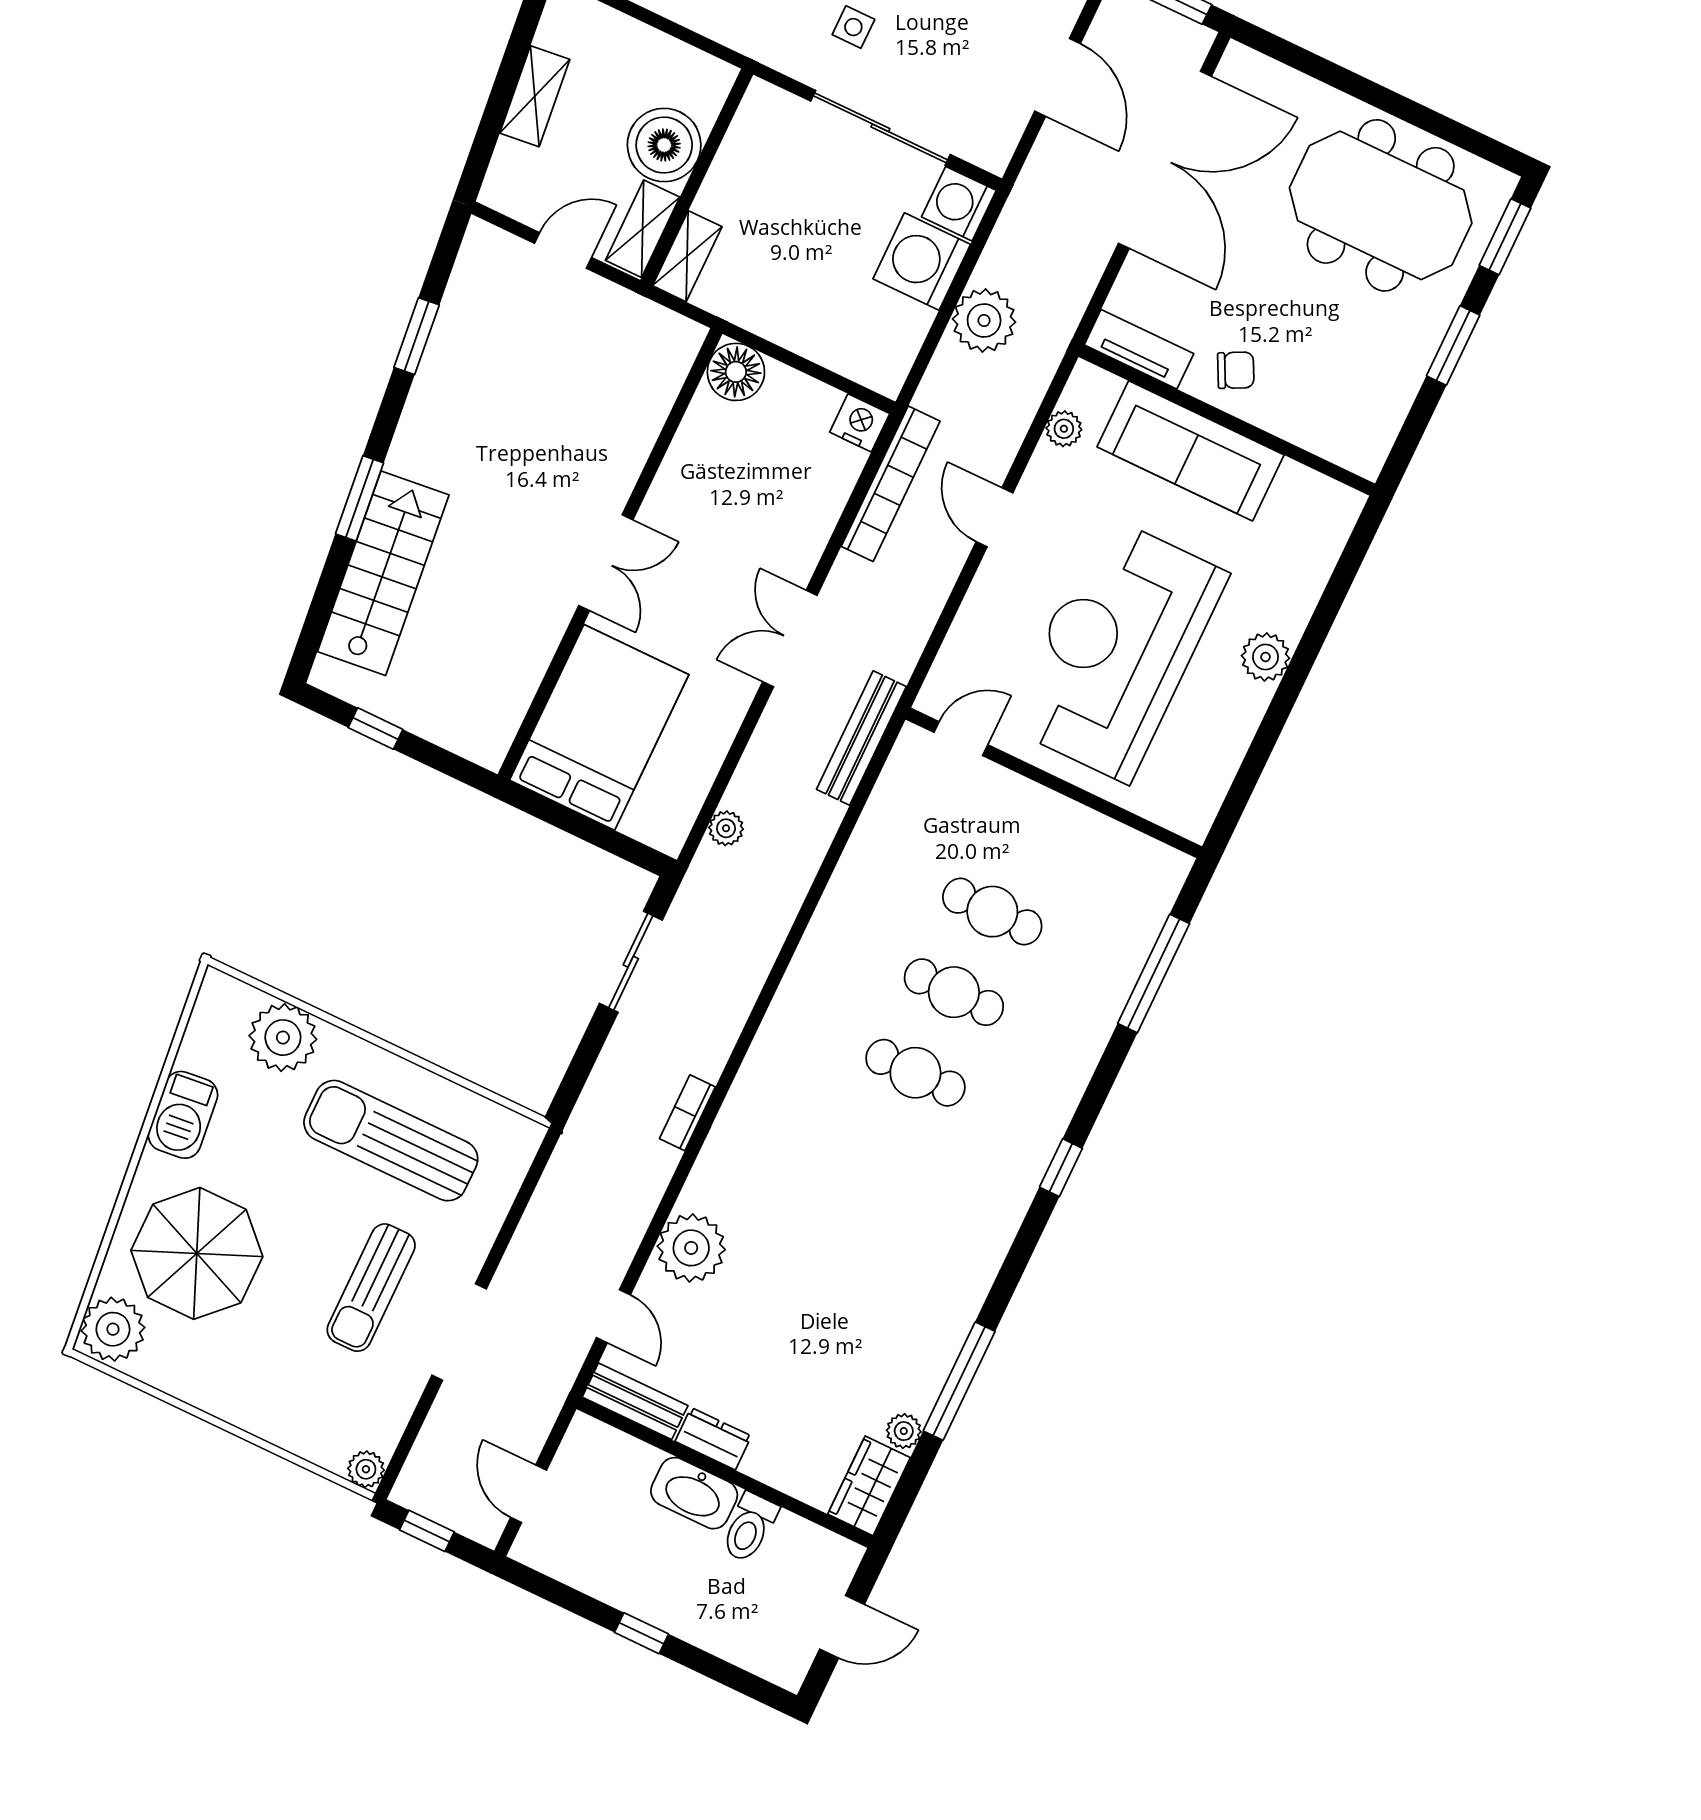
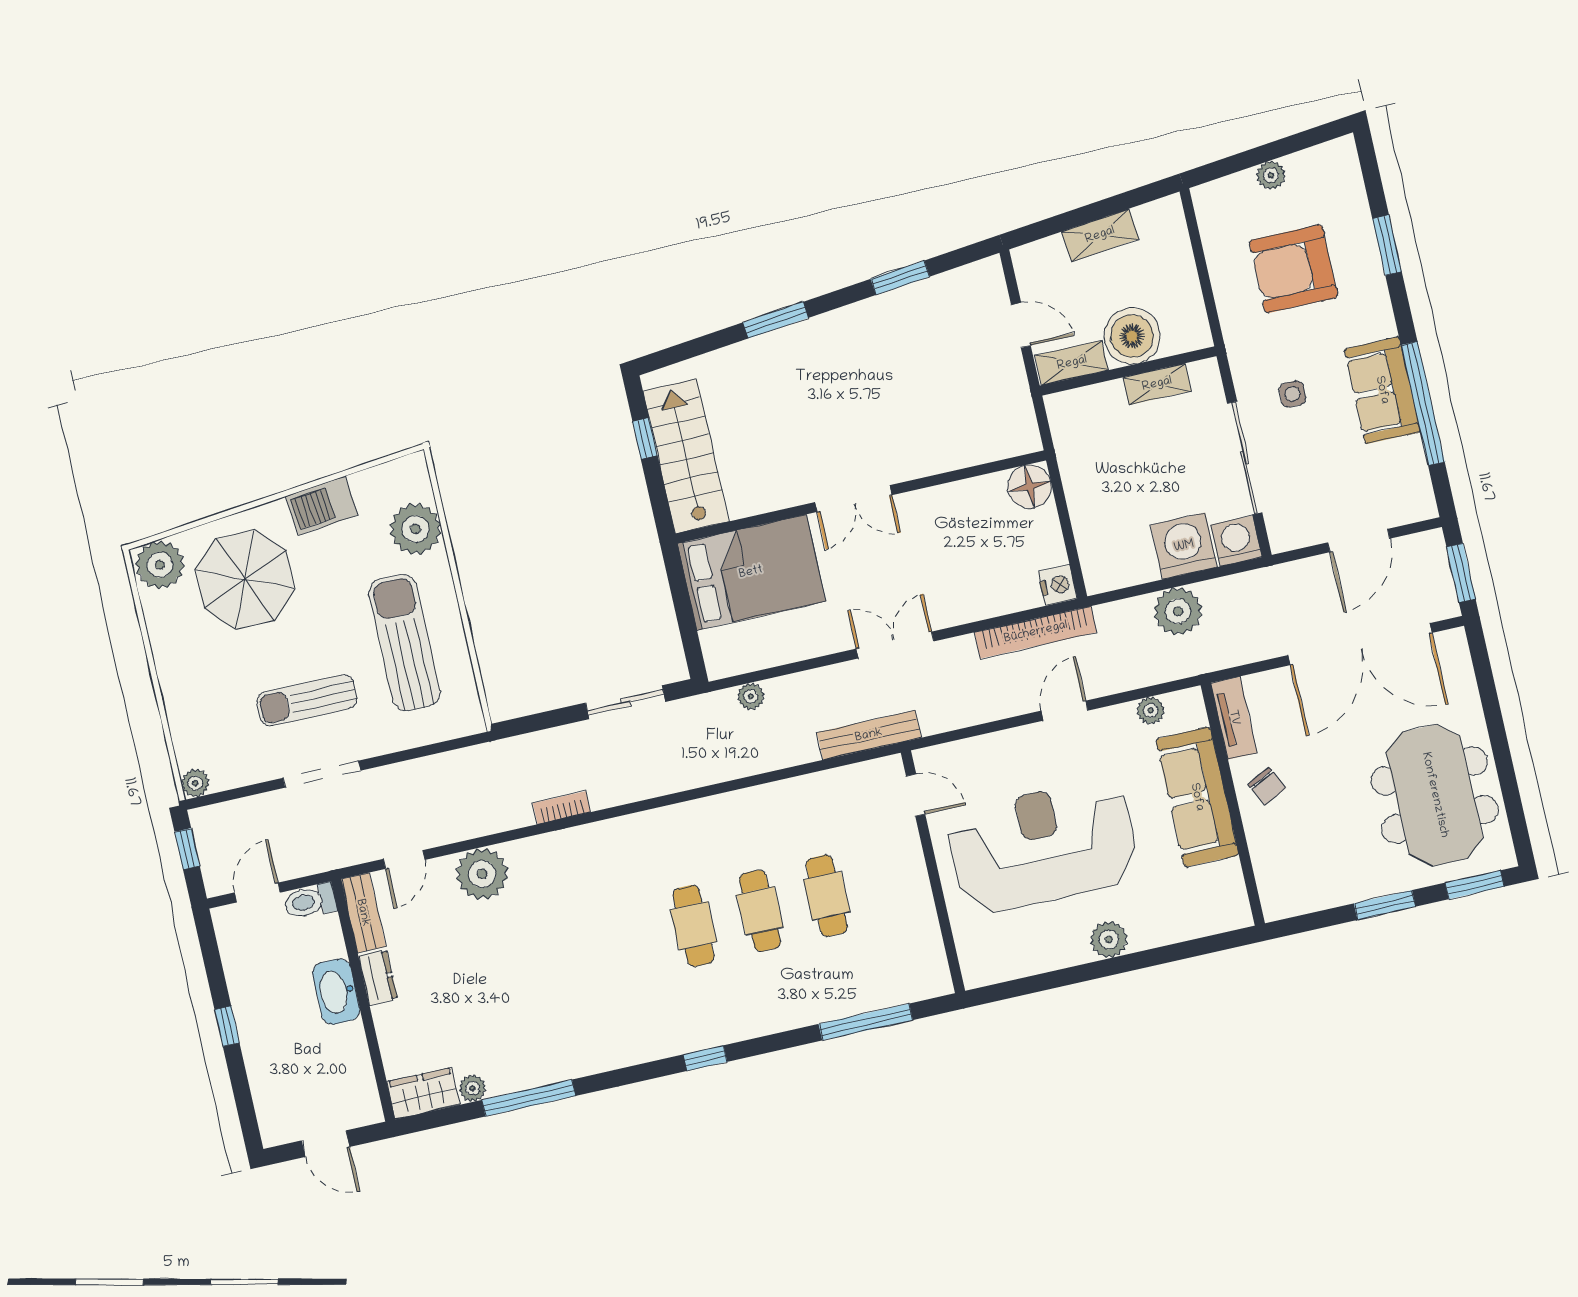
shelving: (687, 256) -> (1157, 384), moved
stairs: (383, 573) -> (686, 456), moved, turned -84
toilet: (749, 1527) -> (310, 901), moved

